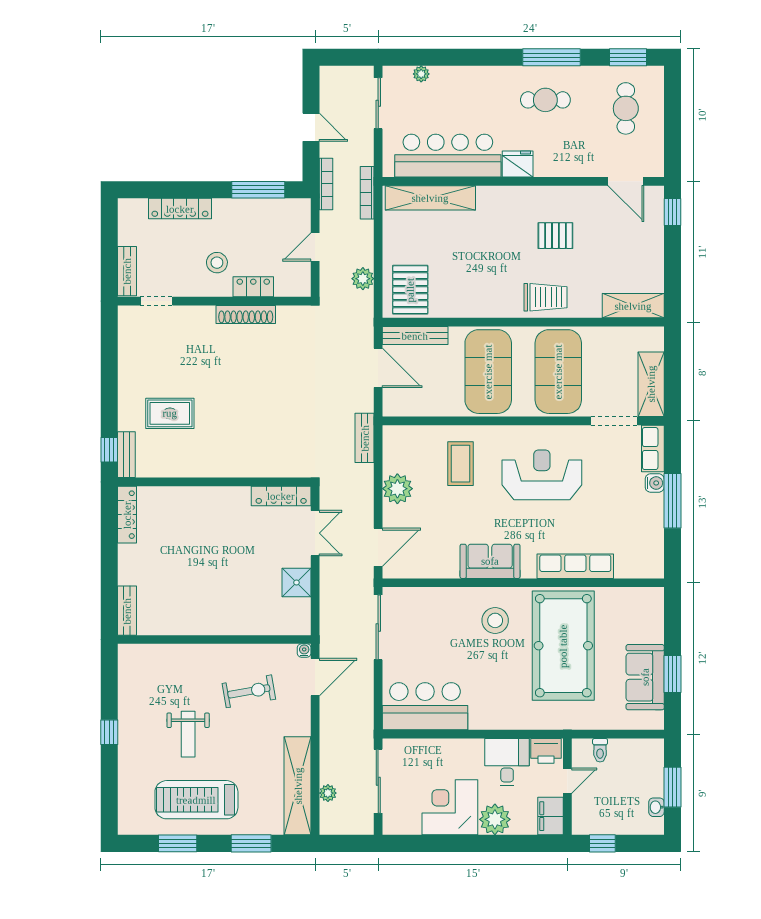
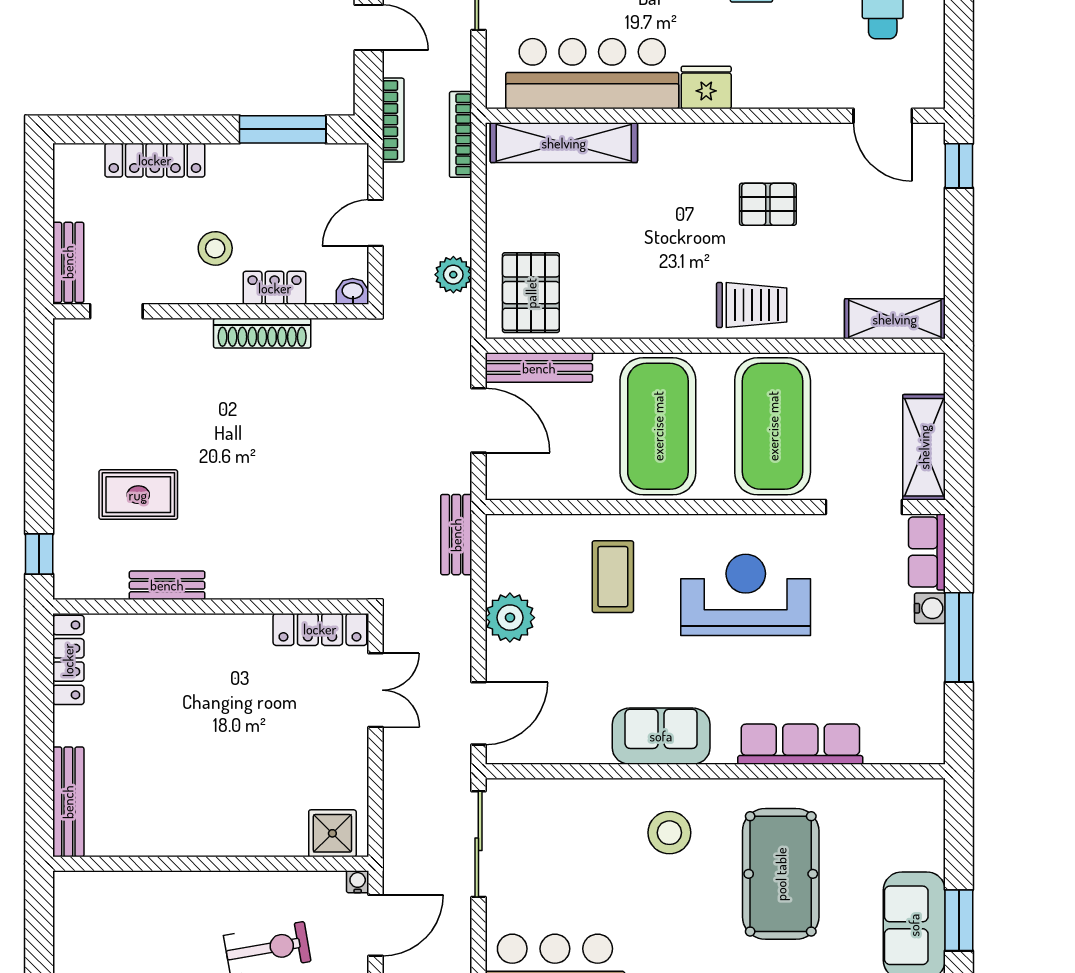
washbasin: (301, 289) -> (353, 291), added
bench: (126, 455) -> (167, 585), moved, turned 90
shower: (296, 582) -> (332, 833), moved
bench: (127, 611) -> (68, 802), width x1.36
pool table: (563, 646) -> (781, 874), width x0.73, depth x0.76

